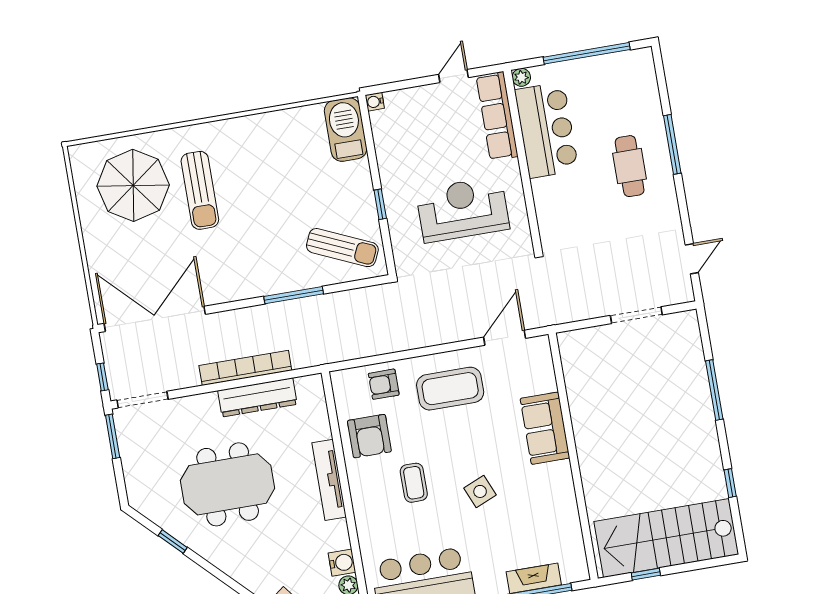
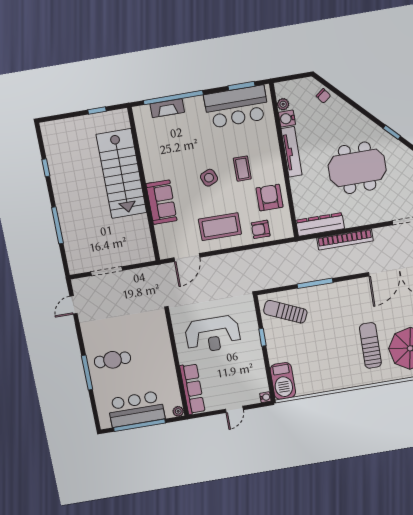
door: (454, 76) -> (234, 409), moved
bar counter: (547, 130) -> (136, 409), moved, turned 90
cafe table: (630, 166) -> (112, 360), turned 90
armchair: (384, 384) -> (261, 229), turned 180
dresser: (257, 397) -> (320, 224), moved
tv unit: (329, 480) -> (292, 152), moved
side table: (480, 491) -> (209, 178), moved
stairs: (666, 538) -> (121, 174), moved, turned 90

